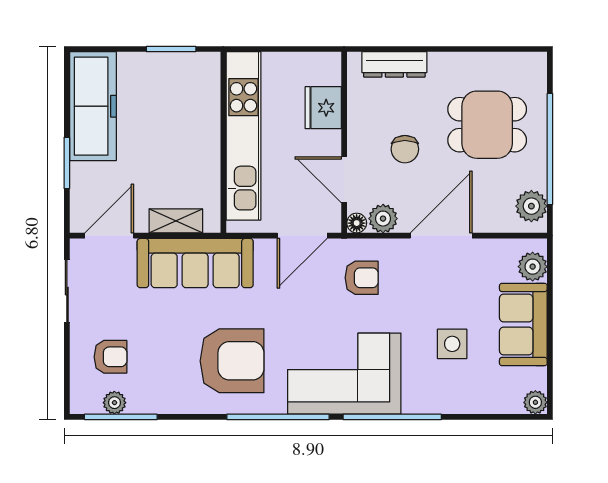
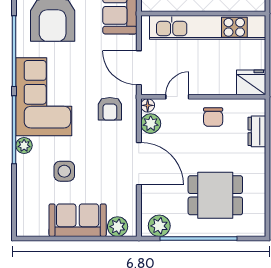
dresser: (394, 64) -> (257, 131), width x0.70
fridge: (323, 108) -> (251, 82), moved
dining table: (487, 125) -> (215, 195), turned 90
chair: (405, 149) -> (213, 117), moved, turned -90
door: (344, 180) -> (177, 97), width x0.73
plant: (535, 402) -> (24, 145), moved

